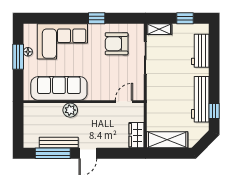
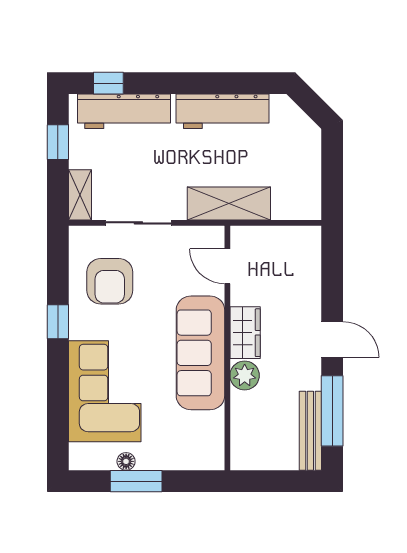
workbench: (200, 51) -> (124, 111), width x1.38
sofa: (59, 88) -> (200, 353), moved
window: (214, 111) -> (108, 83), moved
wardrobe: (137, 135) -> (245, 333), moved, turned -90
shelving: (167, 140) -> (229, 204), moved, turned 90
bench: (59, 143) -> (310, 431), moved

